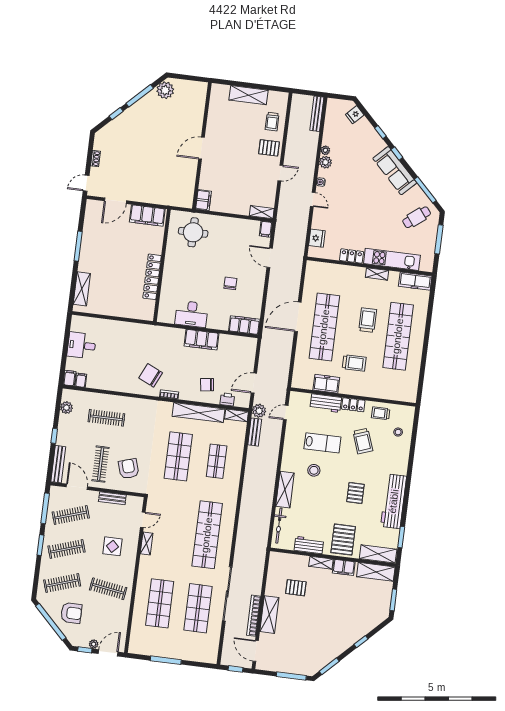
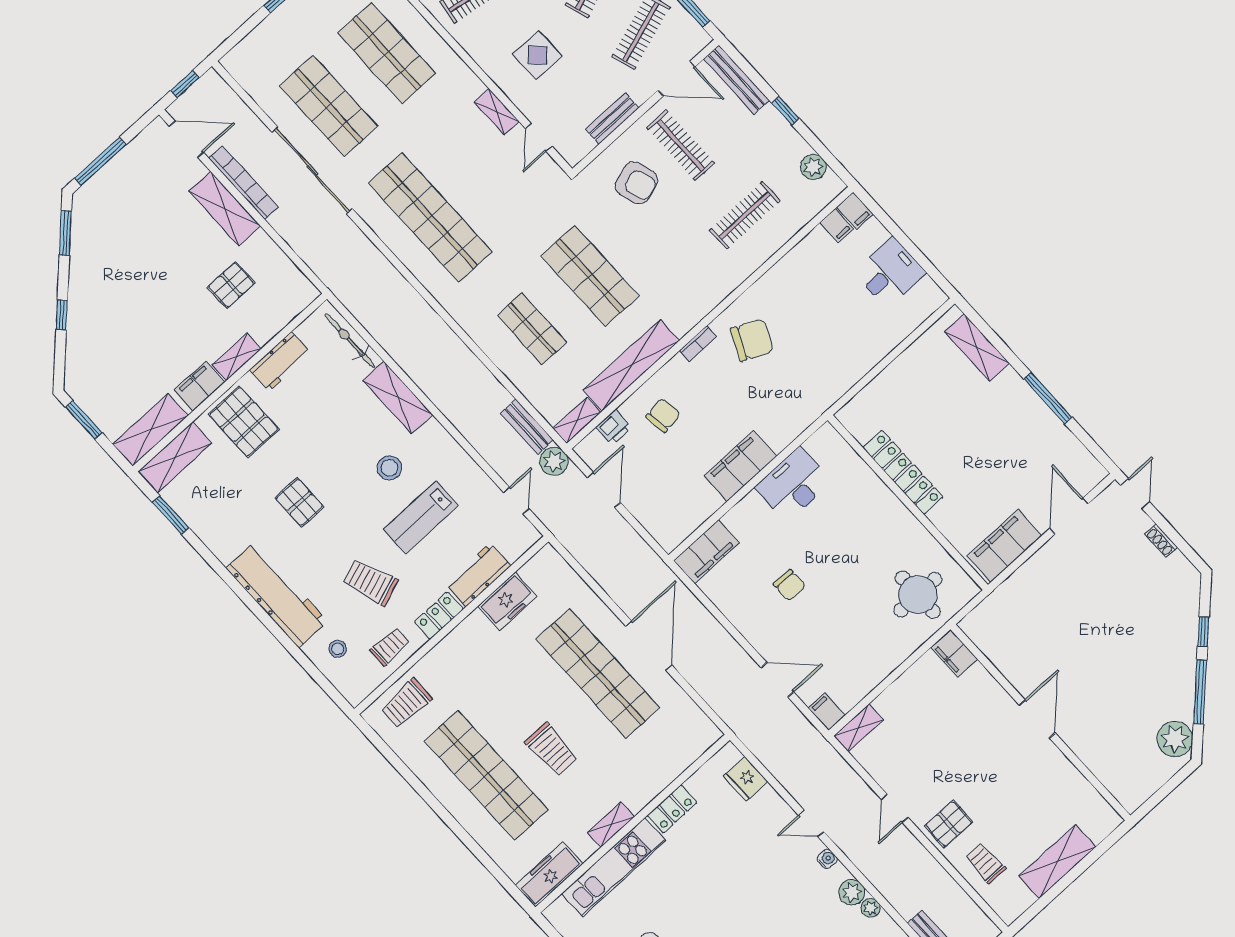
trolley: (354, 363) -> (406, 703), moved
workbench: (394, 501) -> (277, 595), moved

